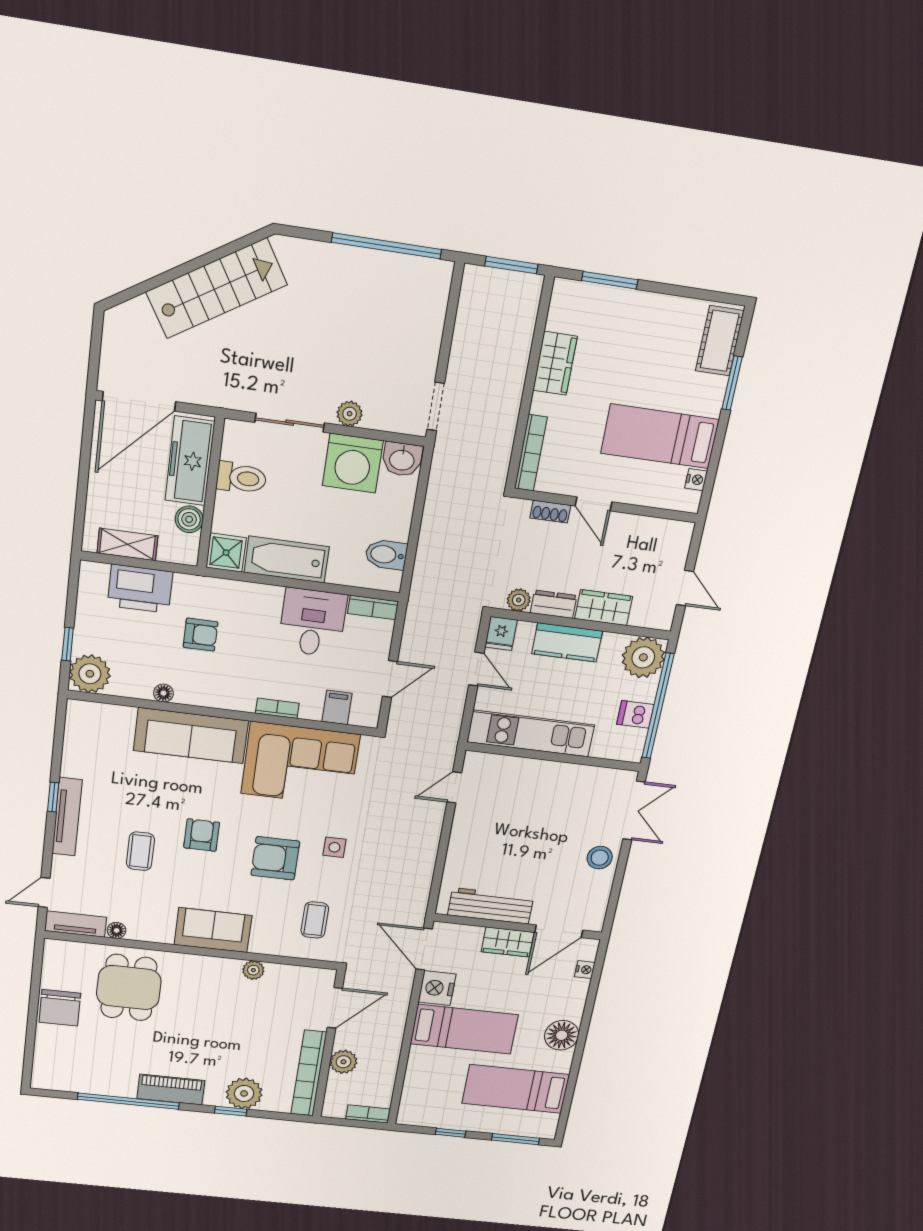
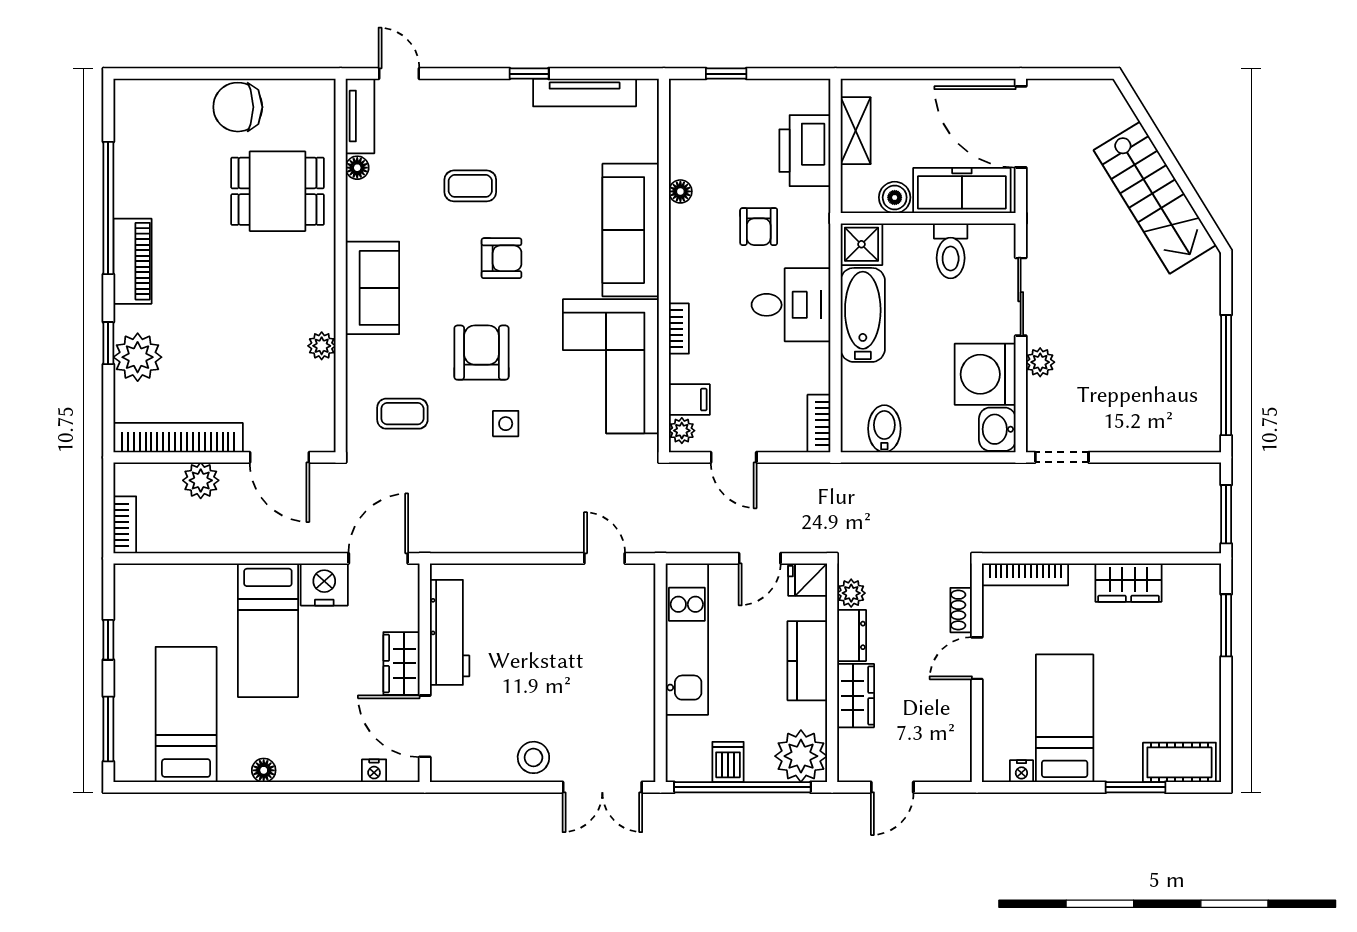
desk: (312, 623) -> (791, 305), moved
plant: (90, 674) -> (682, 431), moved, width x0.53, depth x0.53
tv unit: (67, 817) -> (585, 93), moved
floor lamp: (562, 1035) -> (264, 770), width x0.53, depth x0.53

